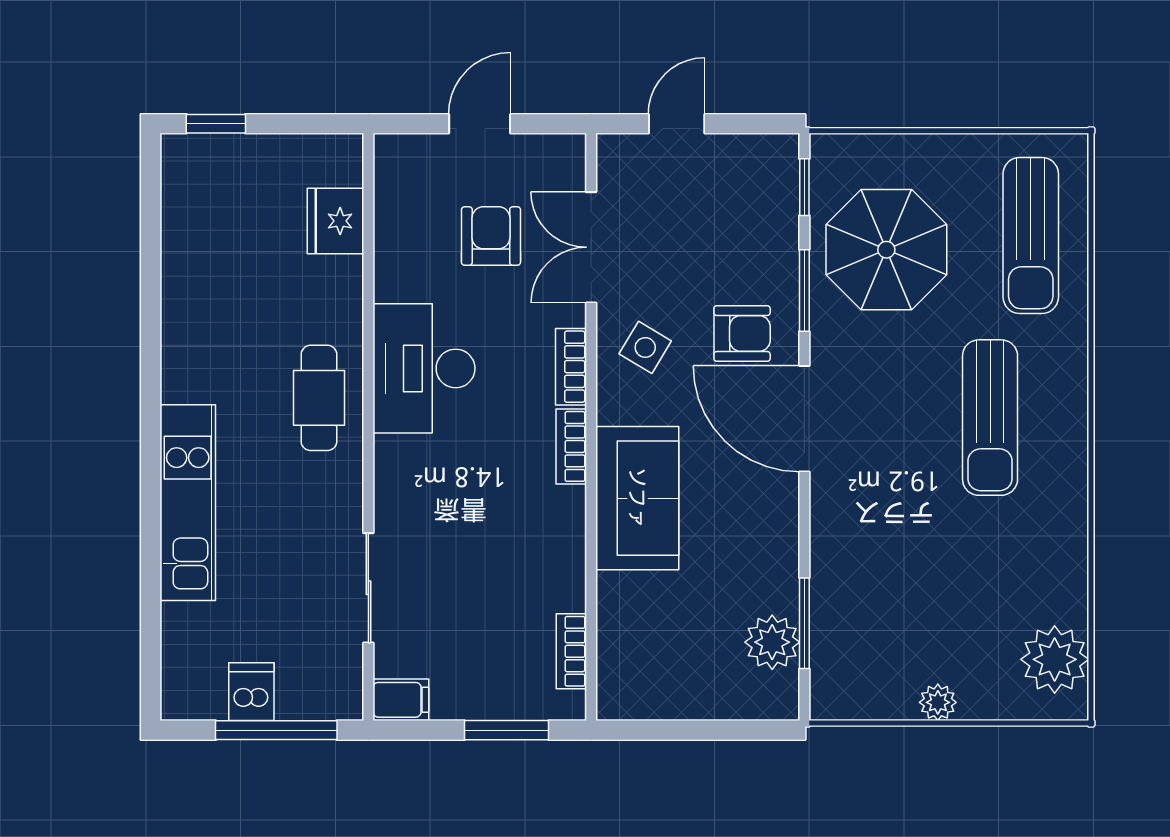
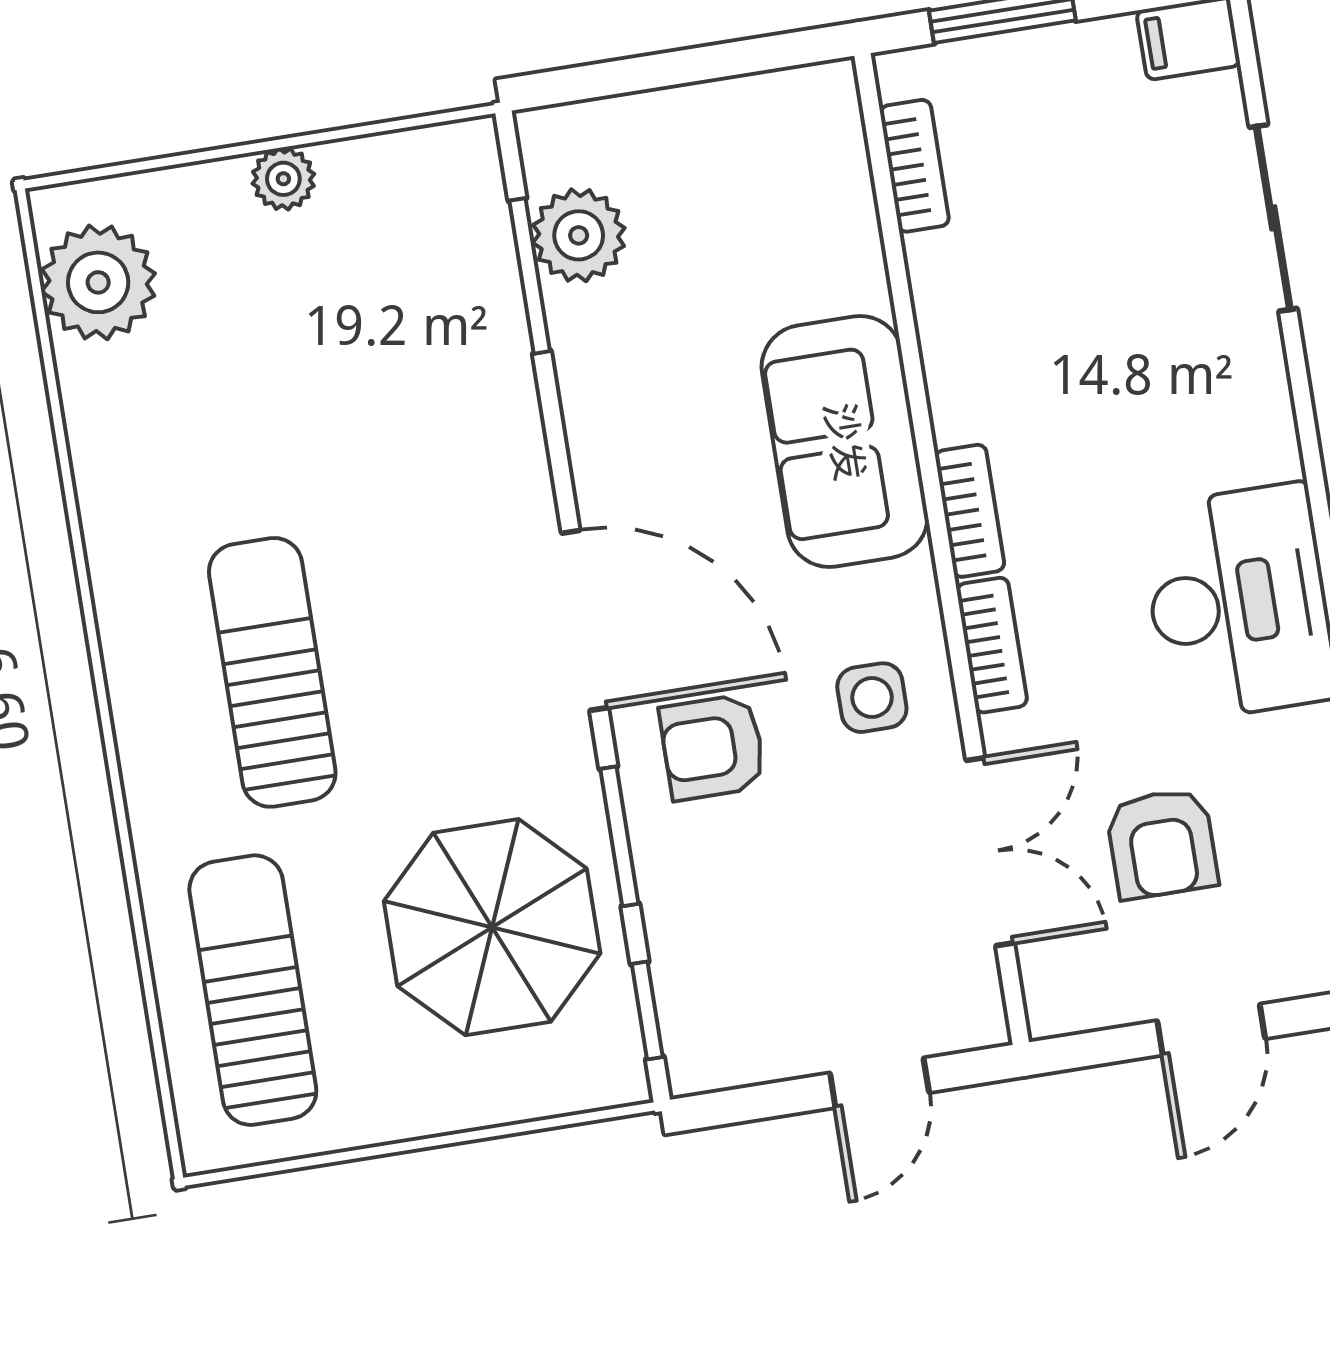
side table: (645, 347) -> (872, 698), turned -31

